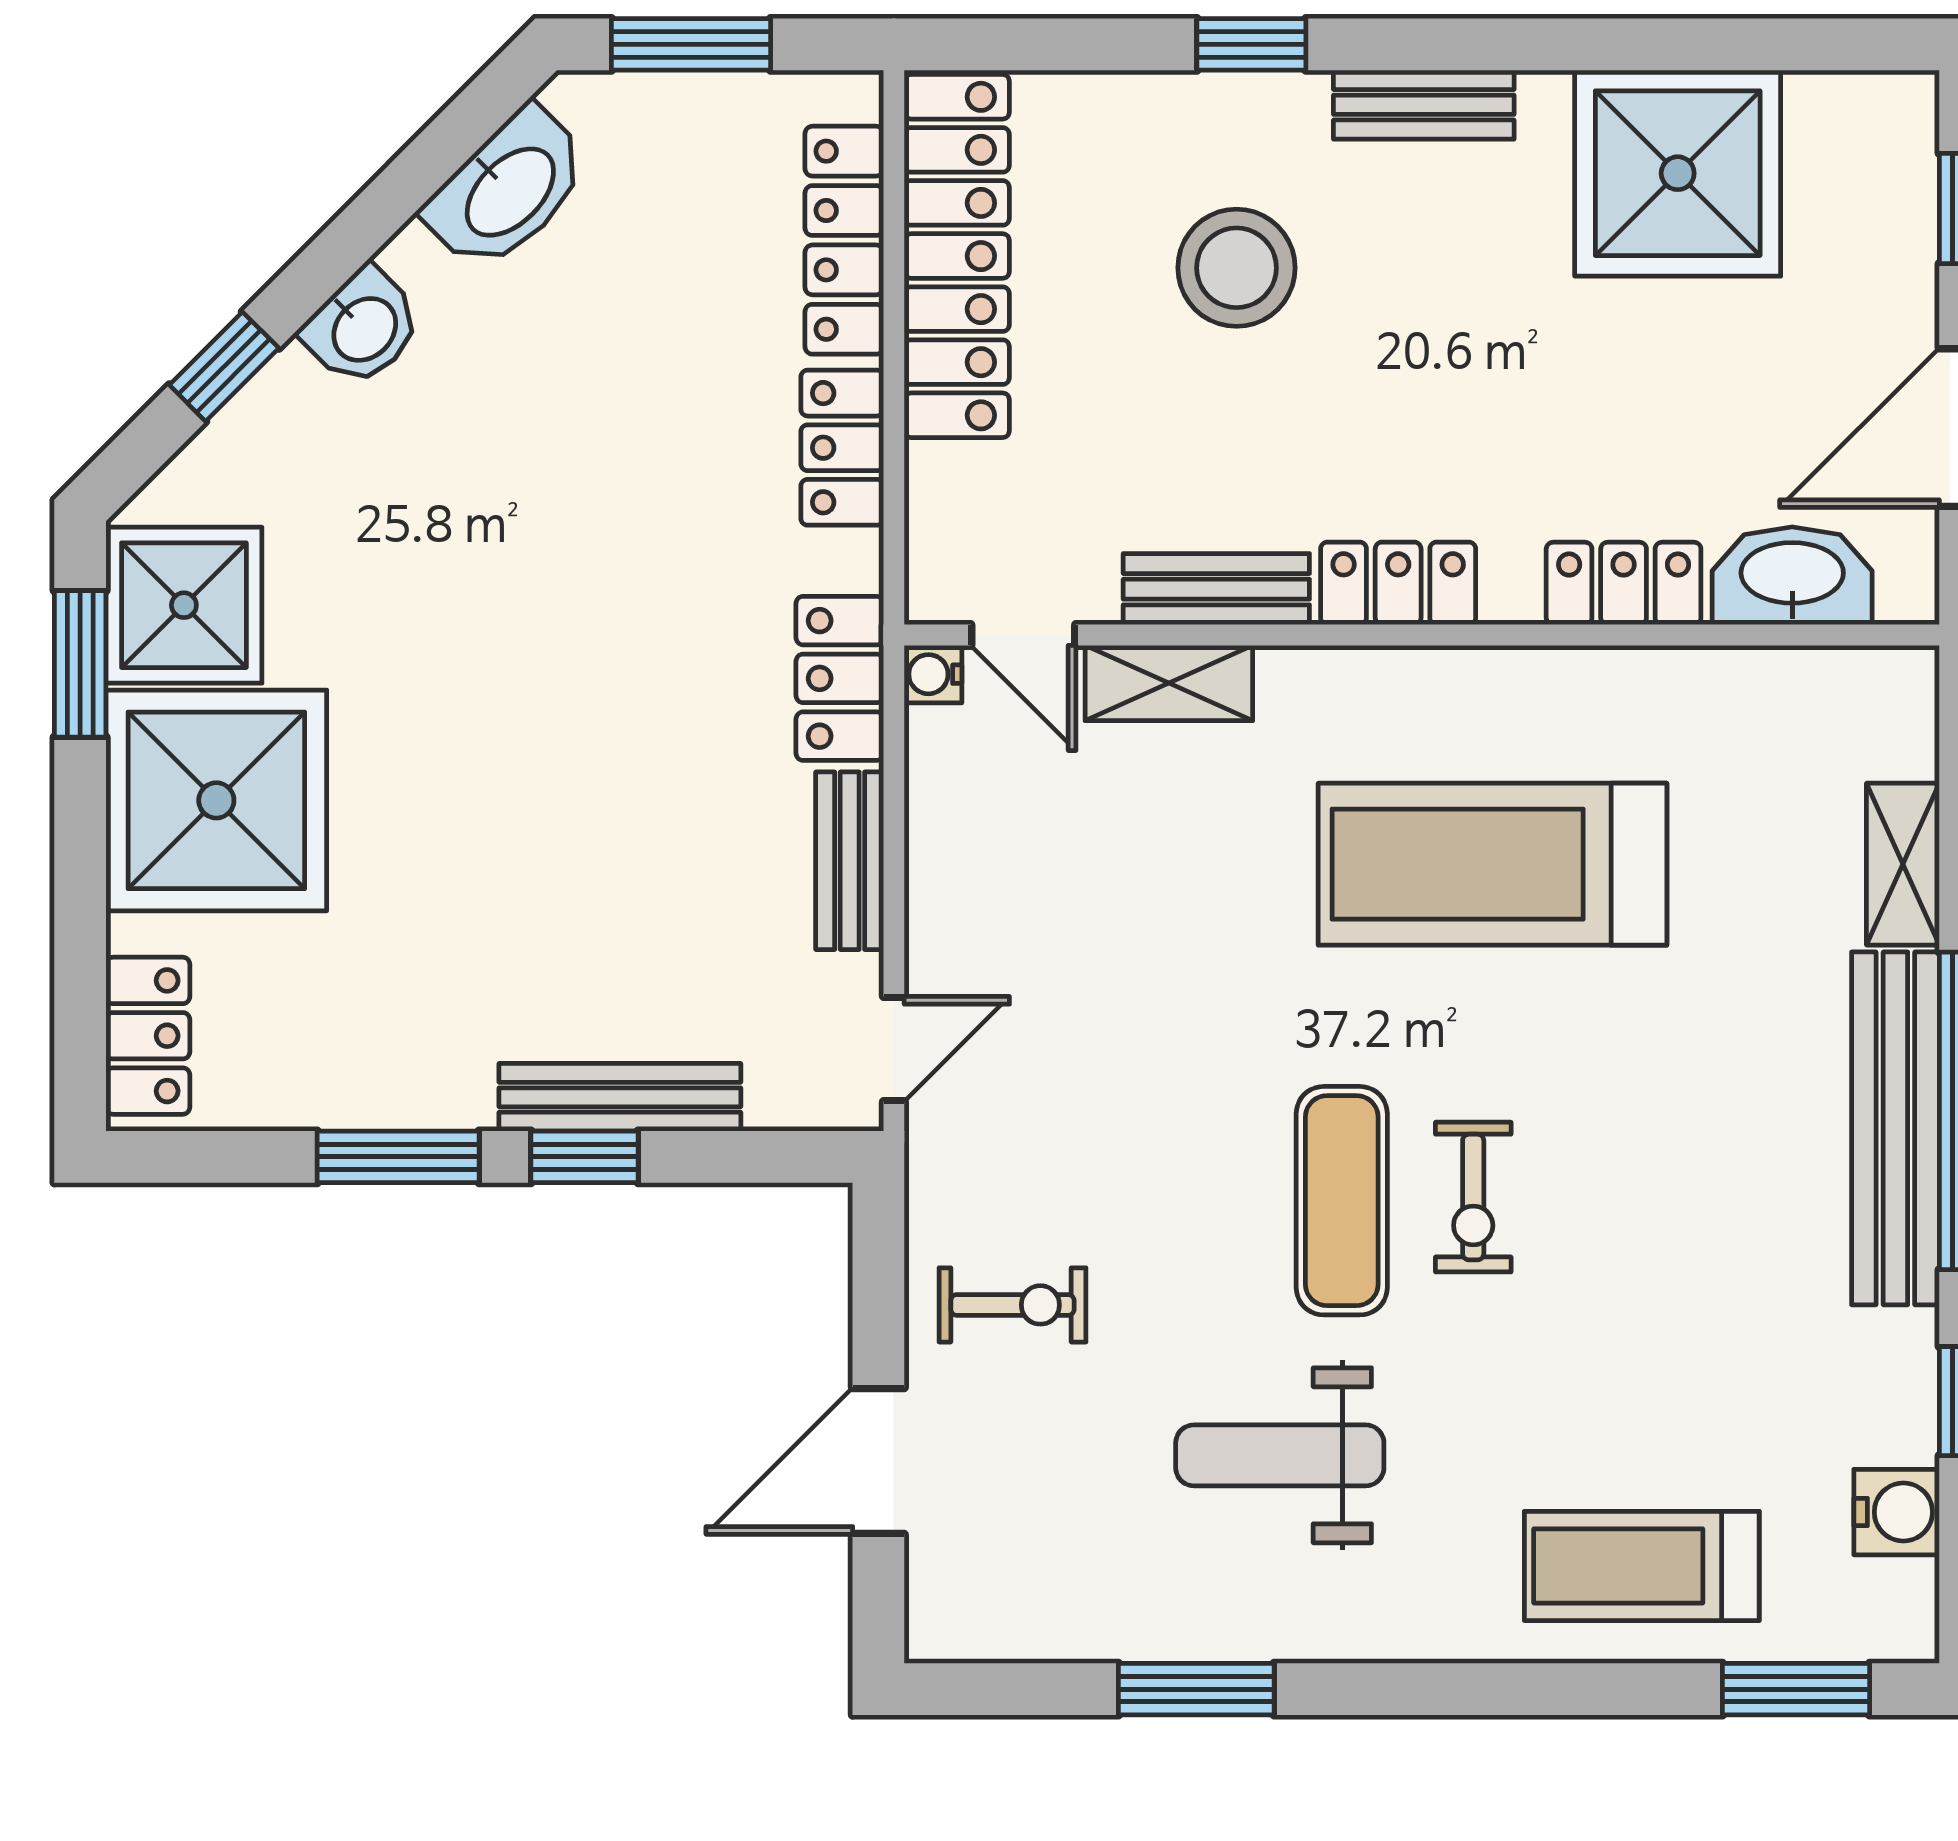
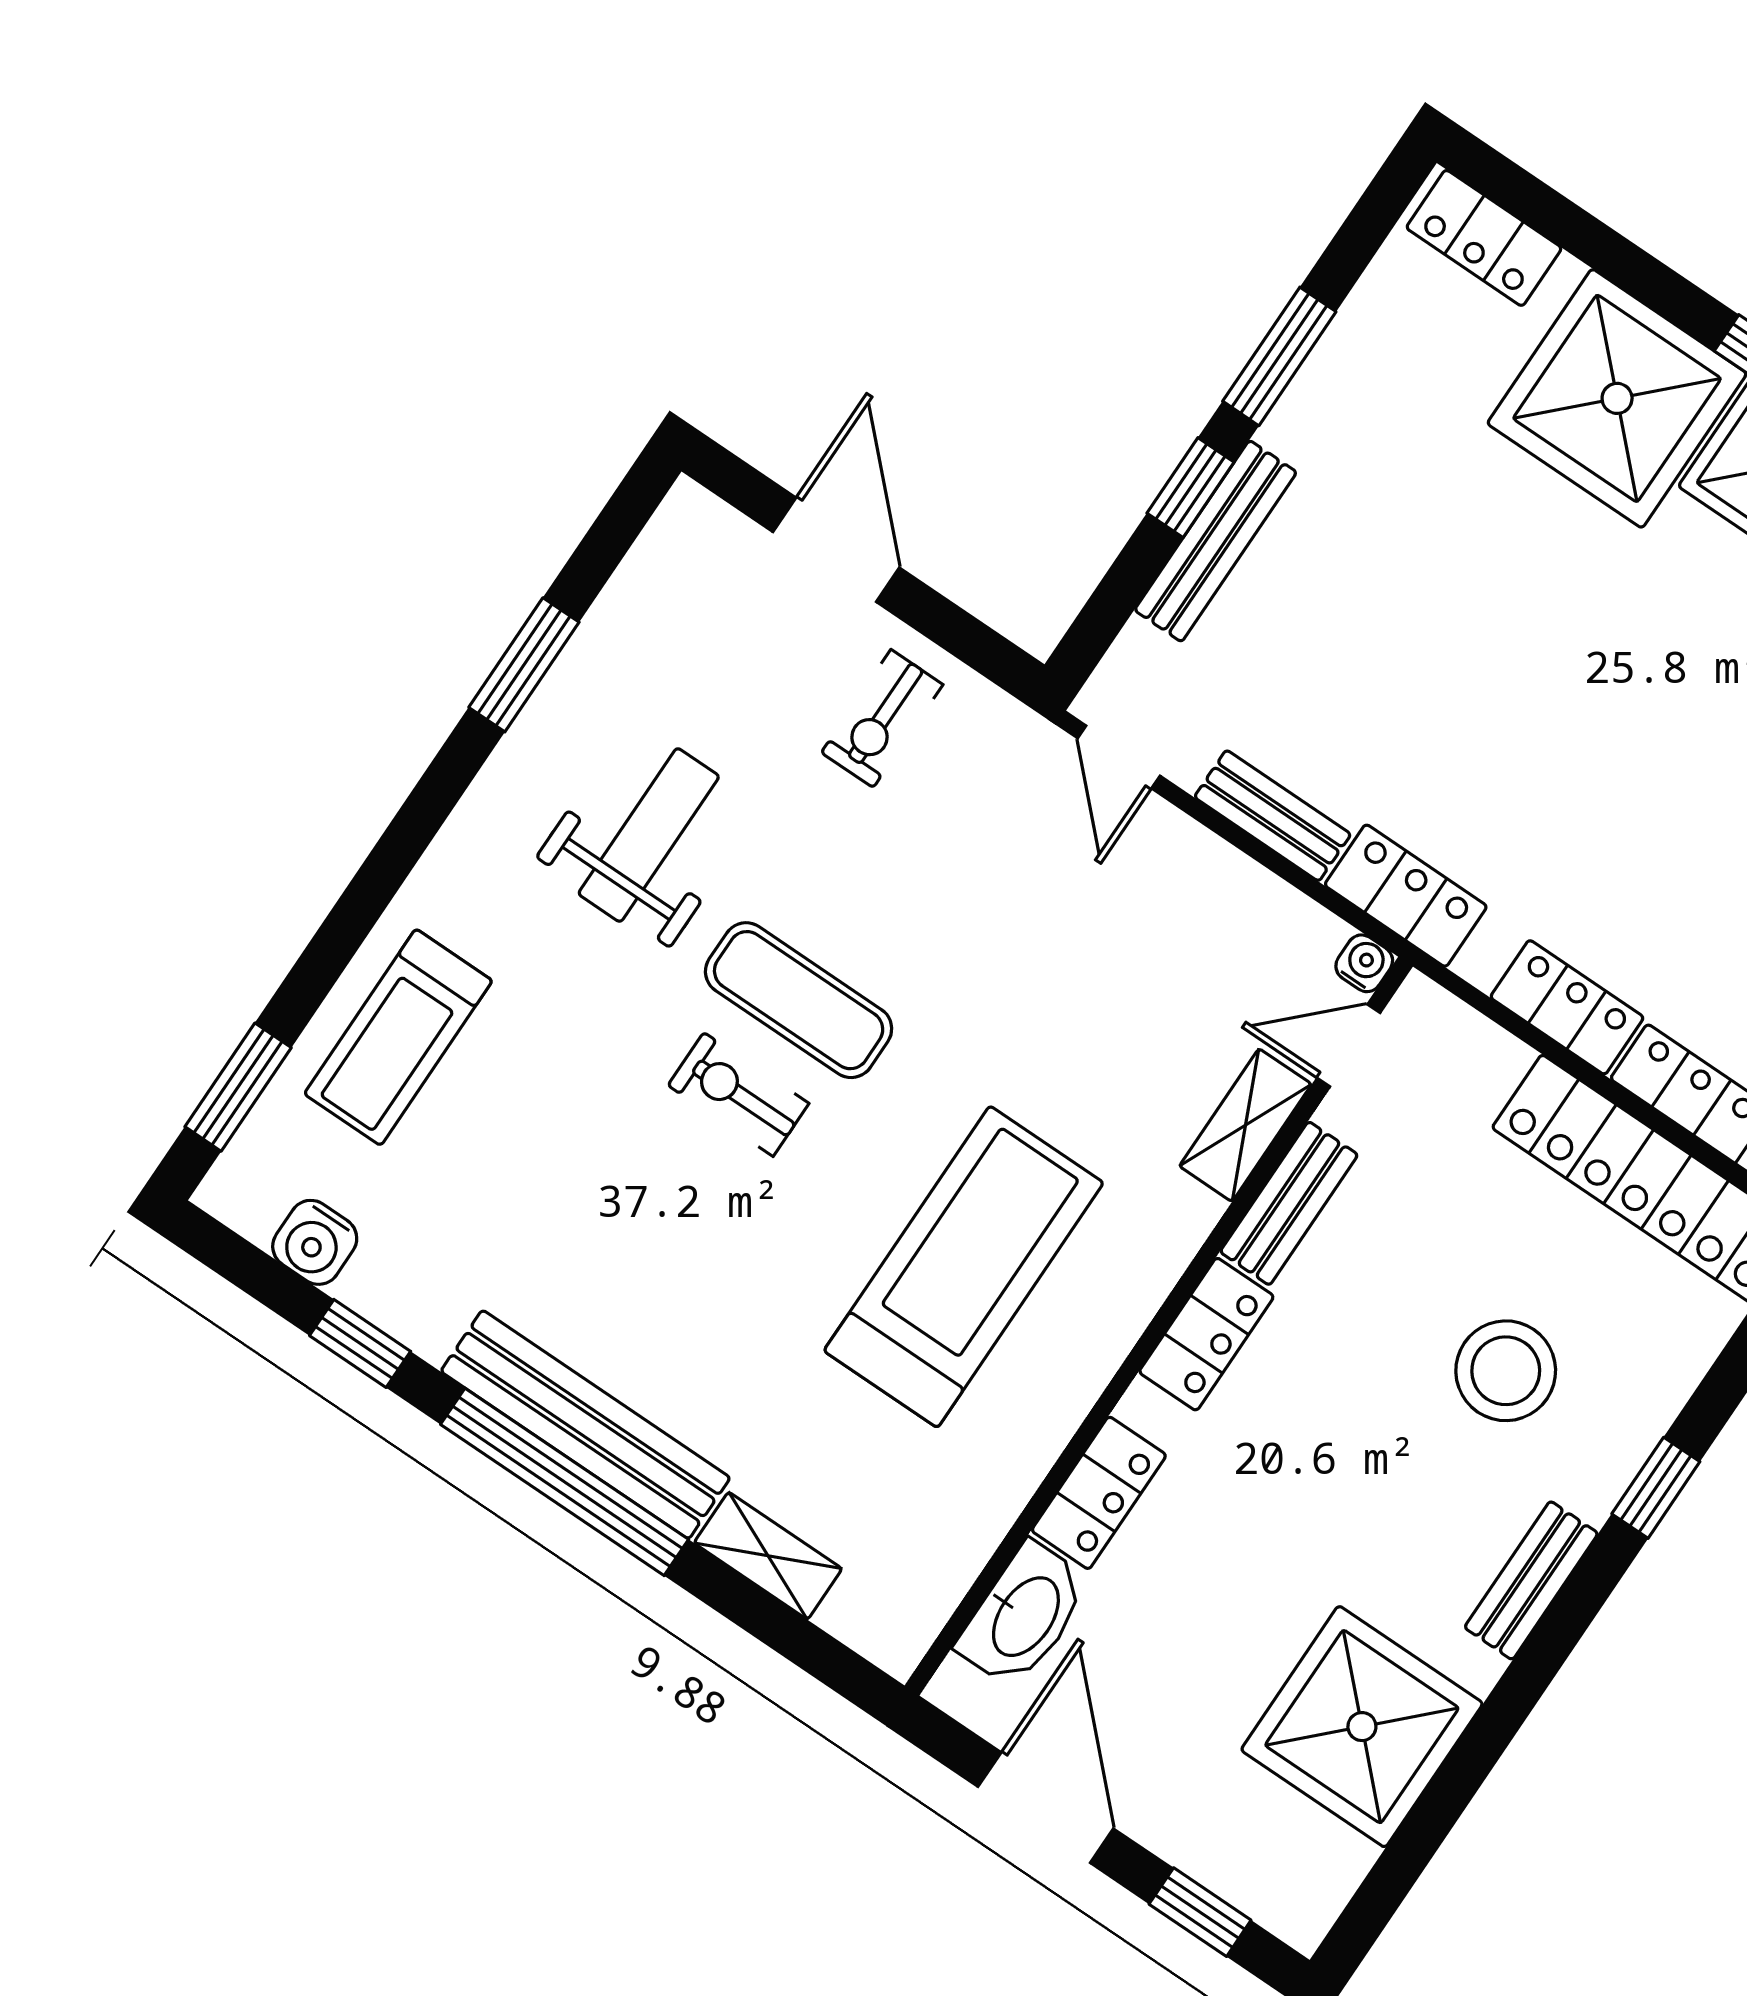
treadmill: (1642, 1566) -> (398, 1037), turned 180

